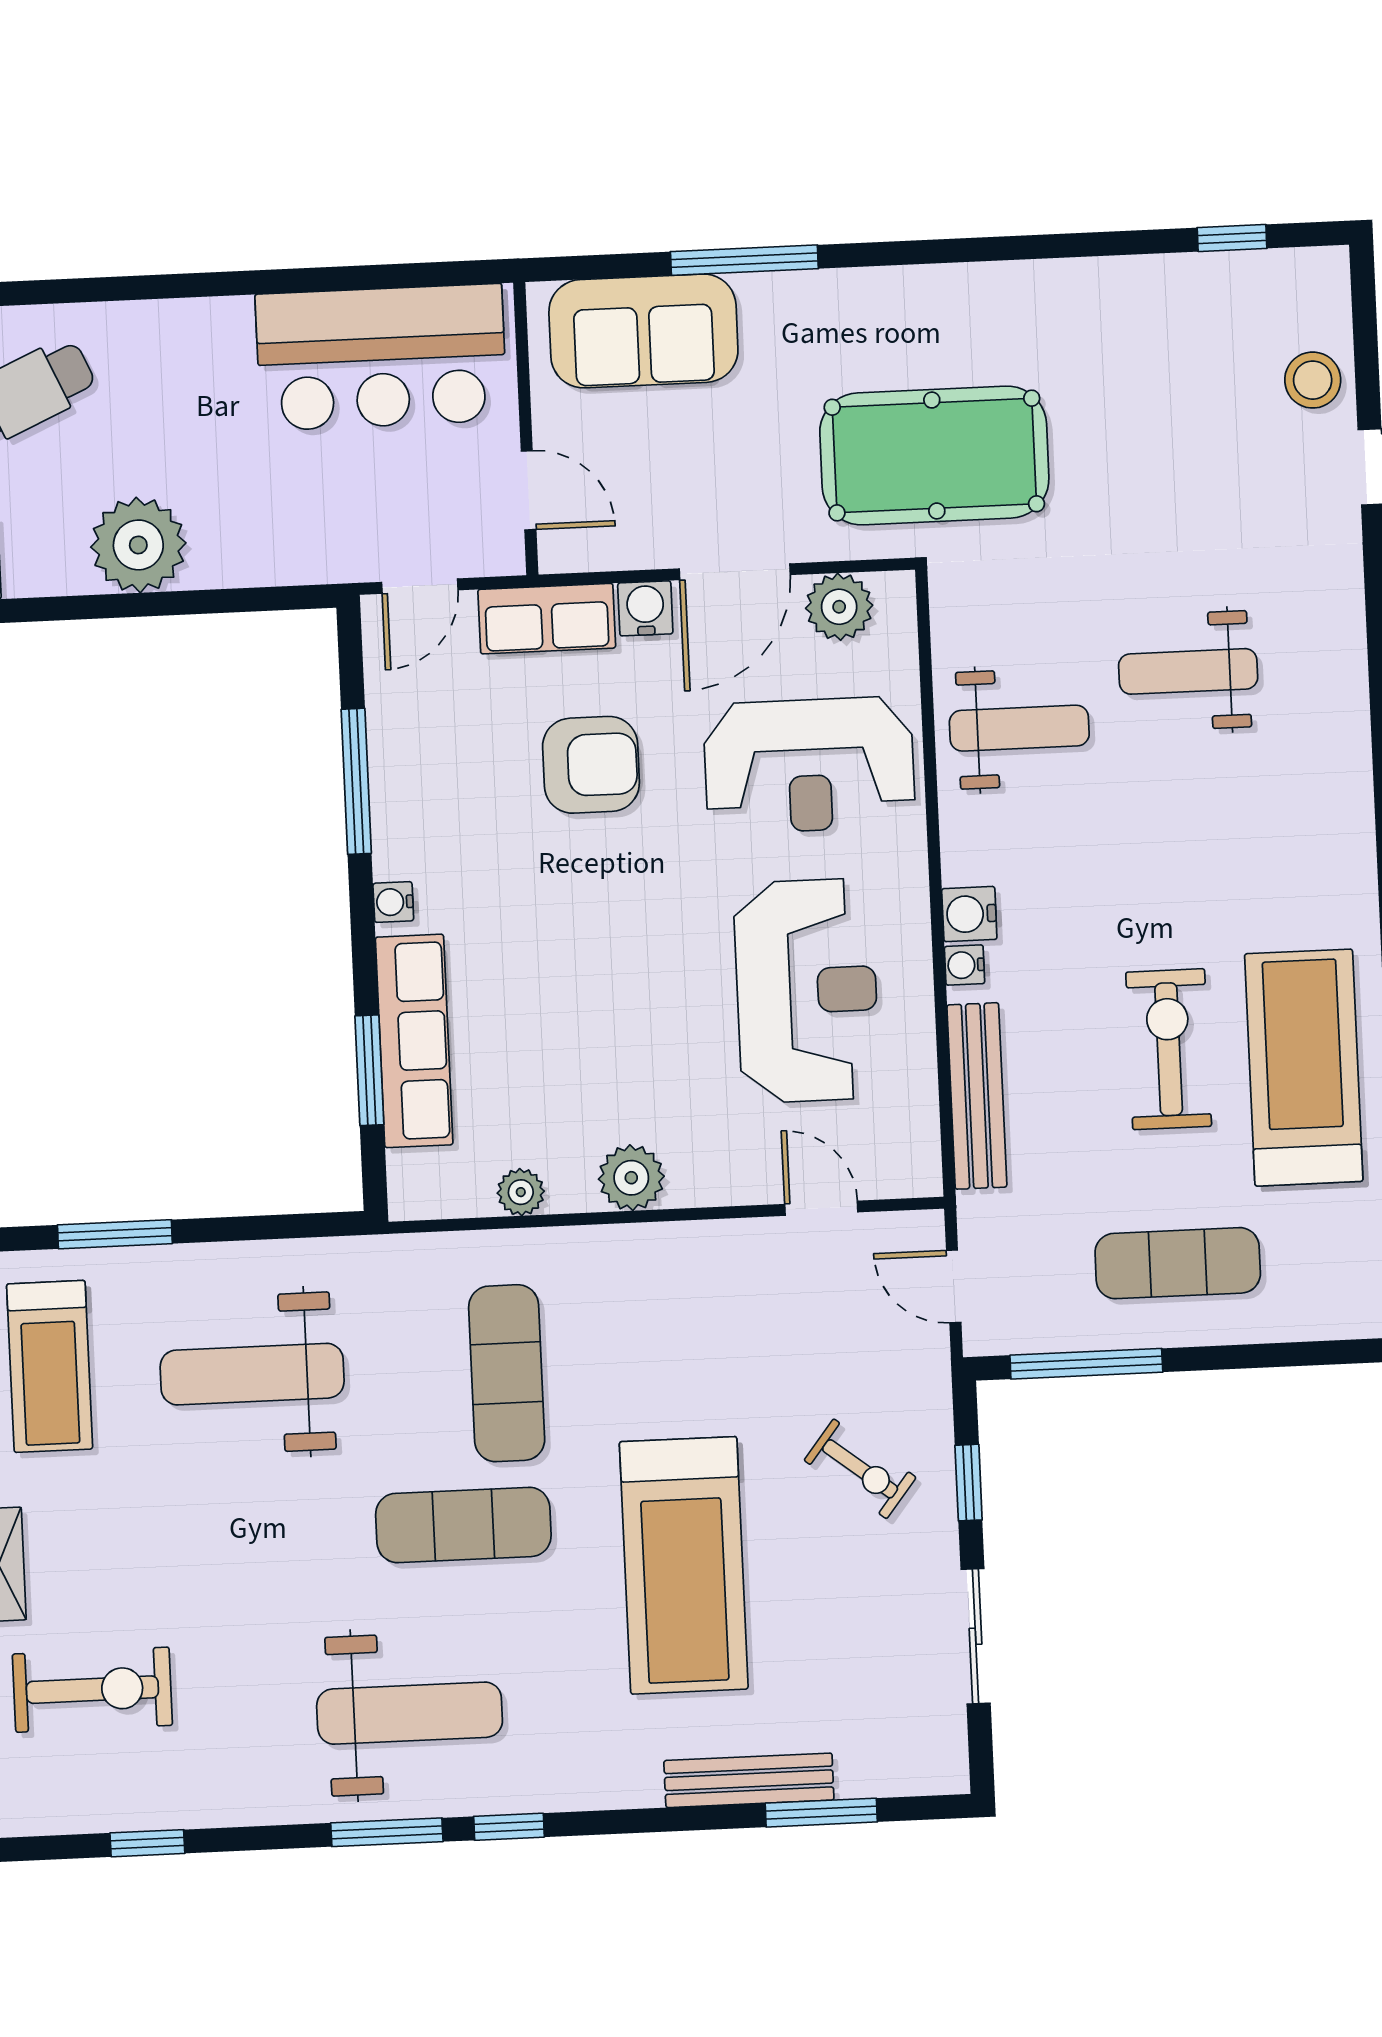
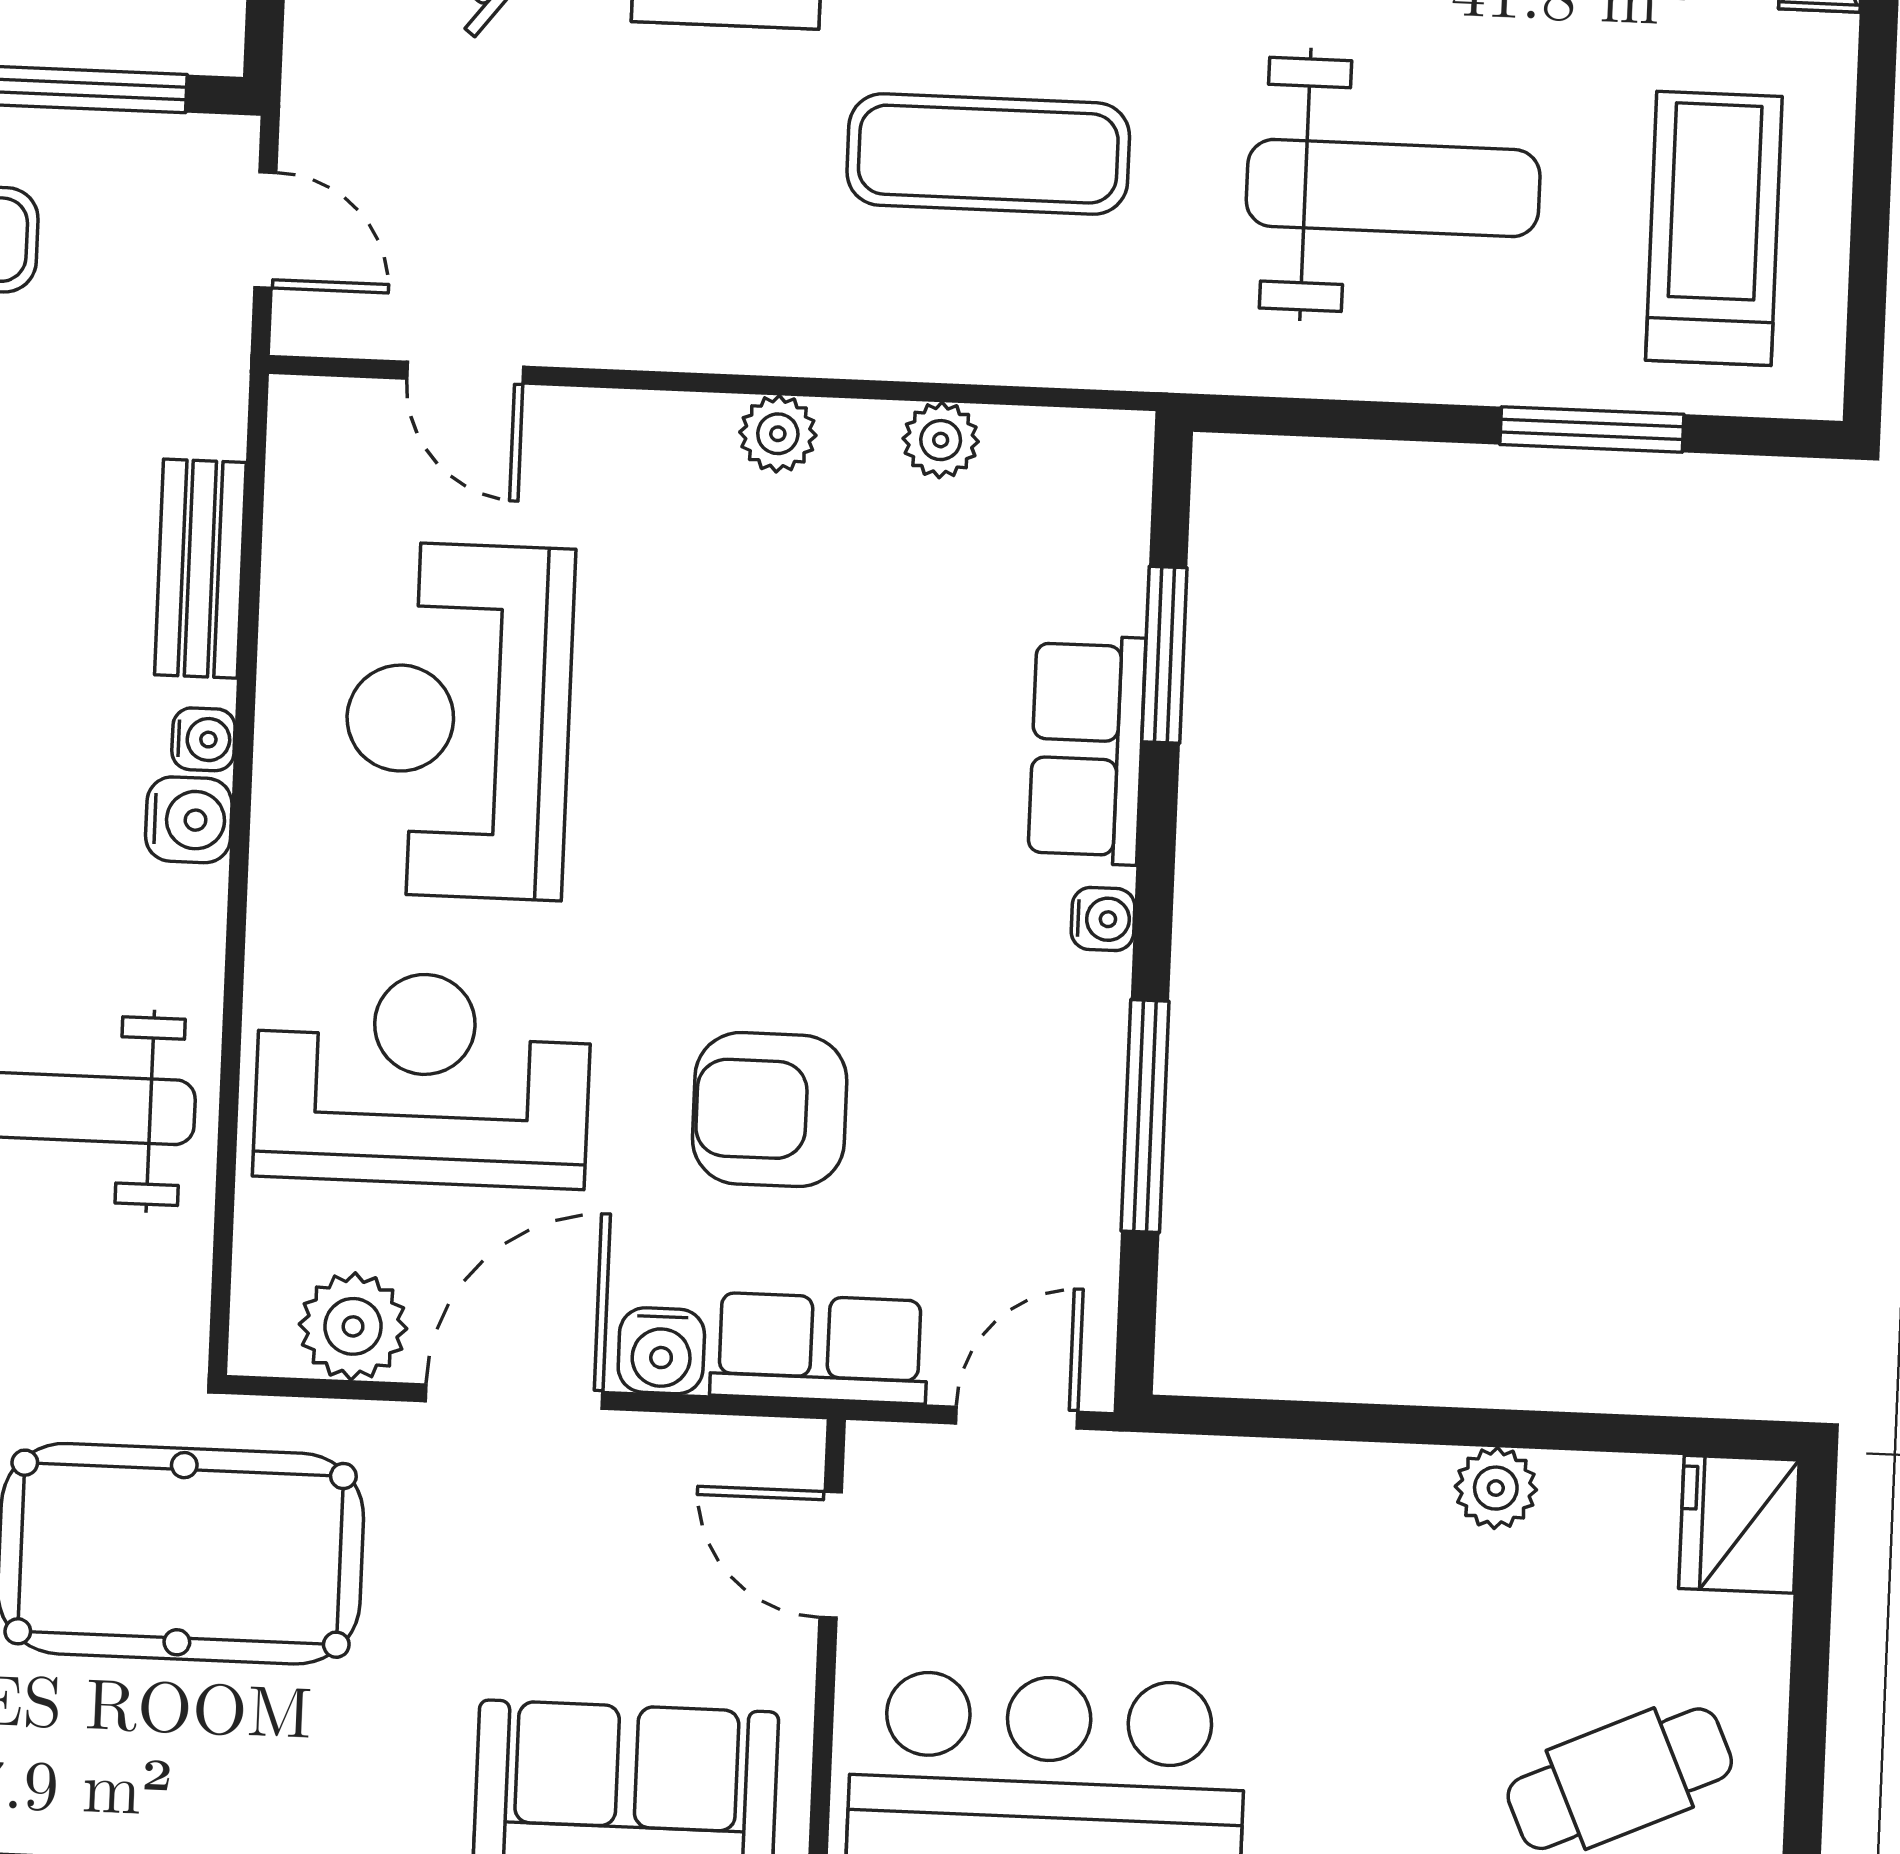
plant: (138, 545) -> (1496, 1488), width x0.53, depth x0.53
row of seats: (414, 1041) -> (1087, 750), width x0.68
bench: (977, 1096) -> (200, 569), width x0.73
plant: (631, 1178) -> (778, 434), width x0.73, depth x0.73
exercise mat: (507, 1373) -> (988, 154), turned 90

